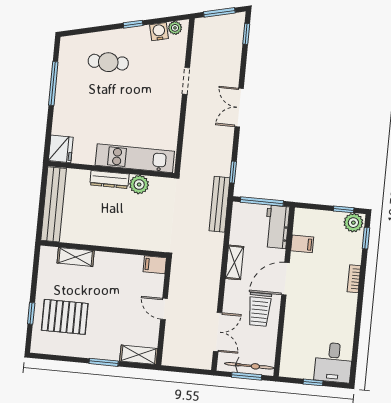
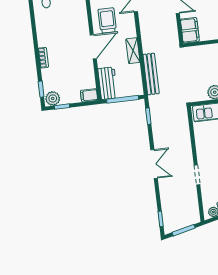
bench: (219, 204) -> (151, 74), moved
filing cabinet: (302, 244) -> (89, 95), moved
filing cabinet: (155, 265) -> (190, 30), width x2.00

